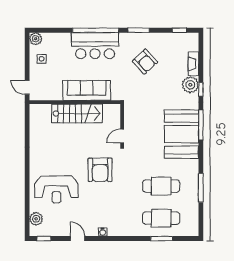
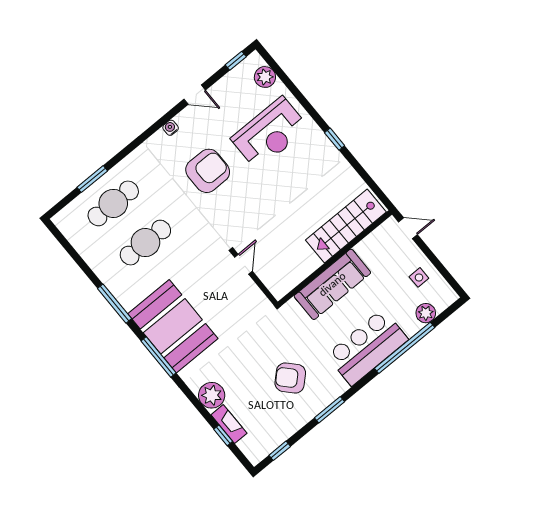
window: (96, 30) -> (405, 348), moved
plant: (36, 39) -> (426, 313), moved
window: (201, 89) -> (223, 435), moved
stairs: (77, 113) -> (346, 226), moved
window: (27, 160) -> (335, 139), added
armchair: (100, 170) -> (208, 171), moved, turned 90
window: (201, 188) -> (115, 304), moved
reception desk: (56, 189) -> (270, 133), turned 180

